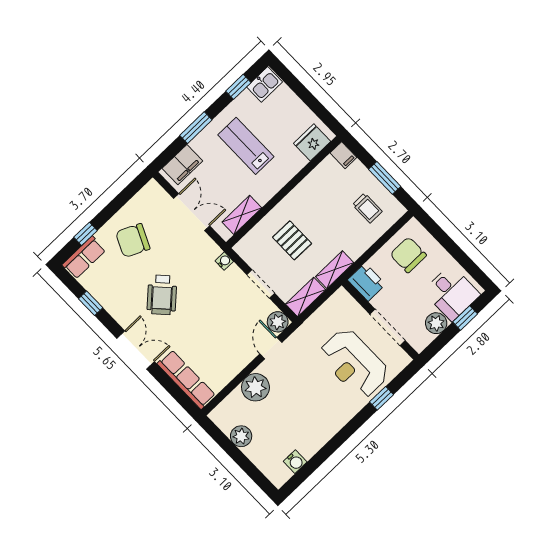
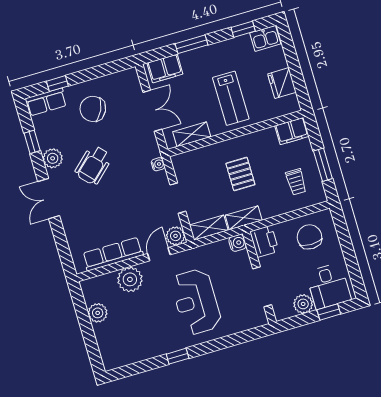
fridge: (312, 142) -> (282, 83), moved, turned -90
lab bench: (246, 146) -> (231, 98), moved, turned 180
filing cabinet: (343, 155) -> (292, 131), width x2.00
pallet: (292, 240) -> (240, 174), moved
plant: (119, 309) -> (53, 158), added
double door: (136, 350) -> (49, 199), swing flipped
reception desk: (354, 363) -> (196, 302), moved
row of seats: (186, 380) -> (113, 254), moved, turned -90
window: (382, 398) -> (178, 356), moved
water cooler: (295, 462) -> (238, 243), moved, turned -90

